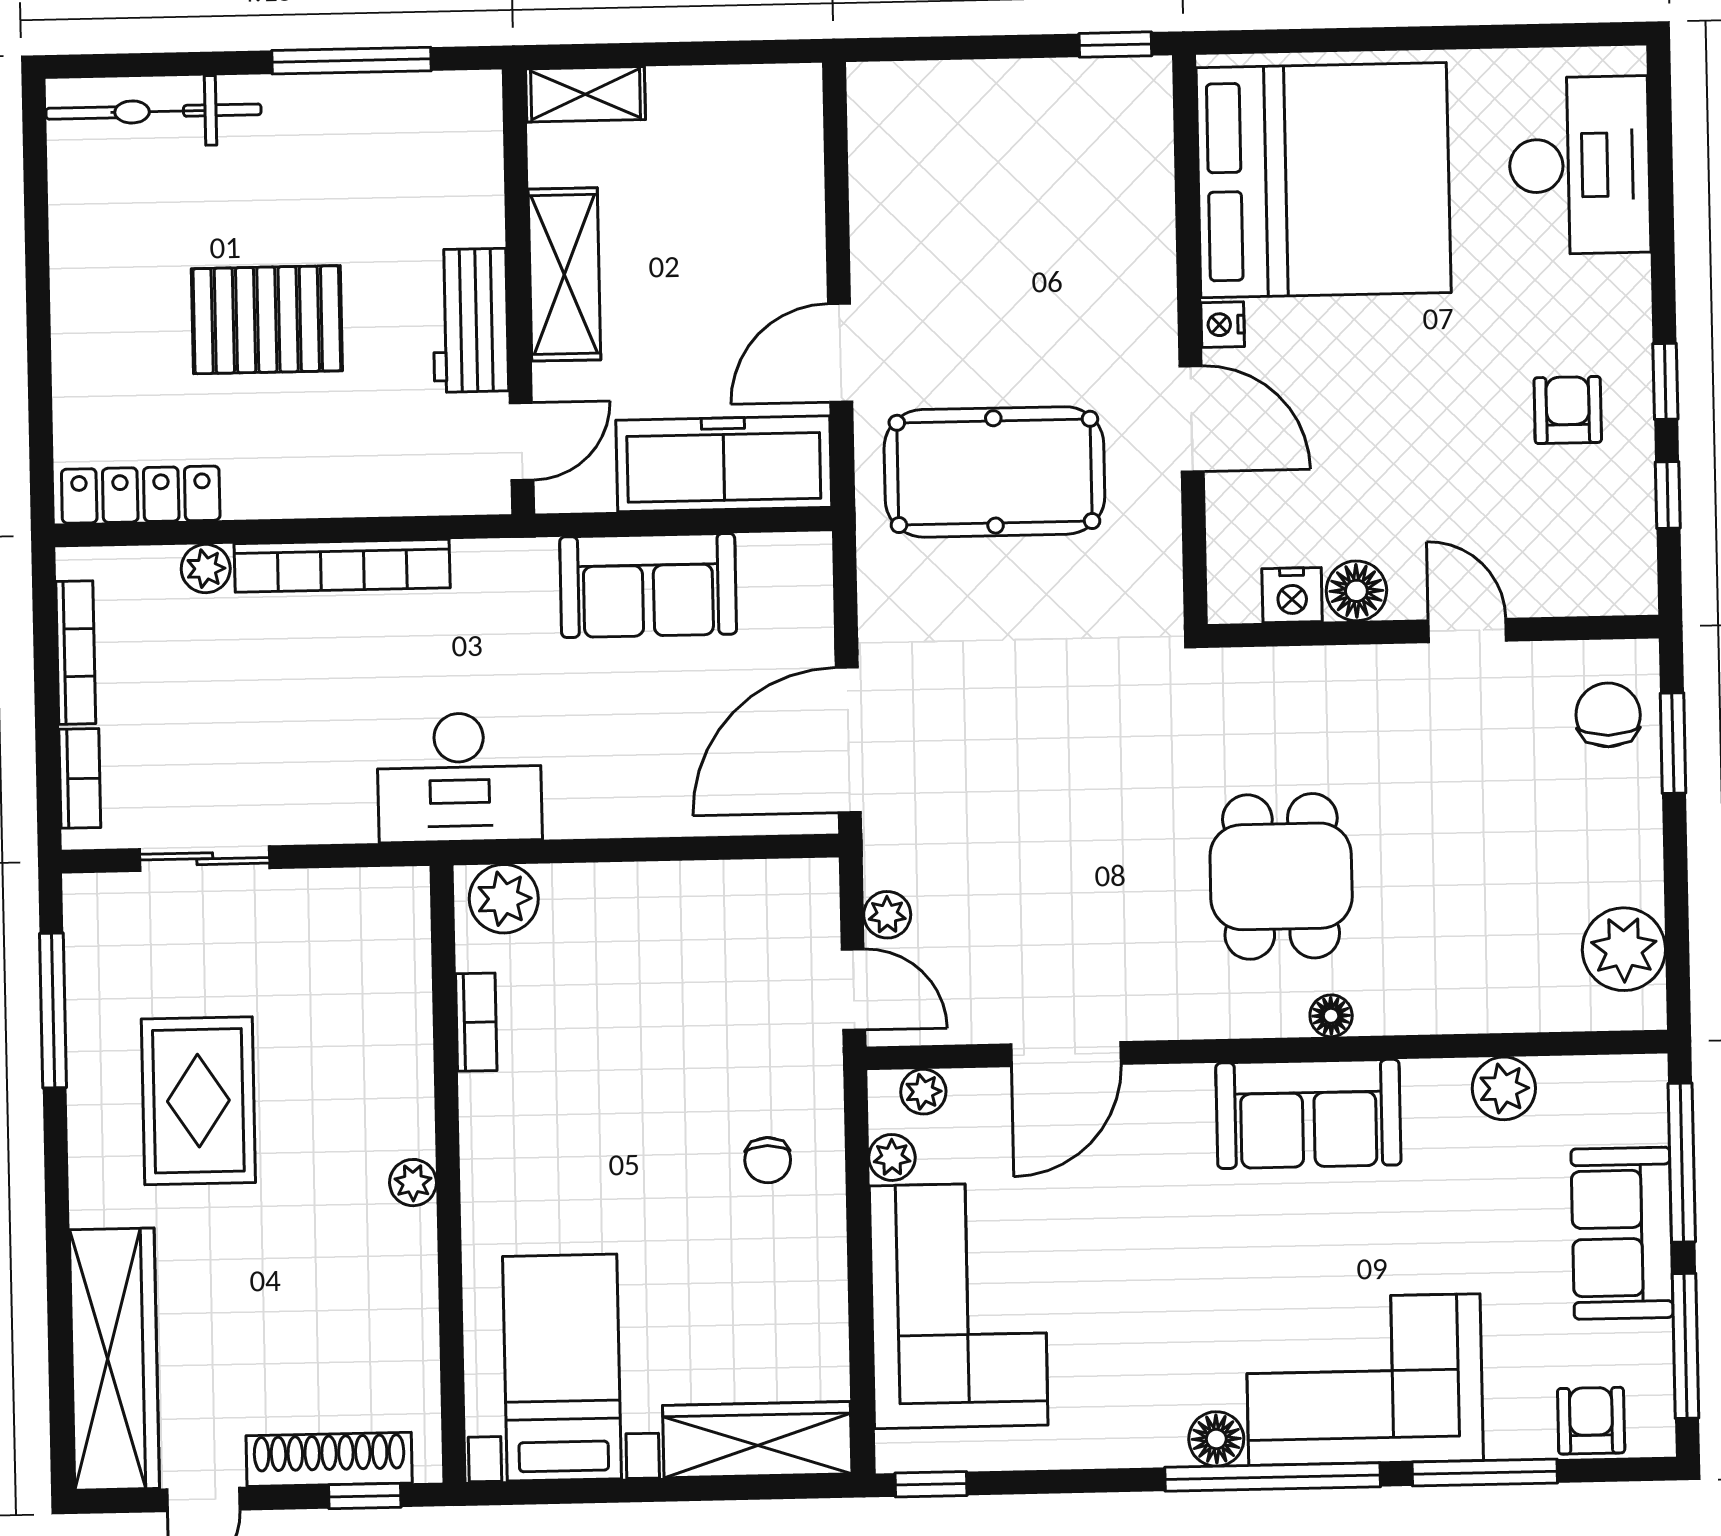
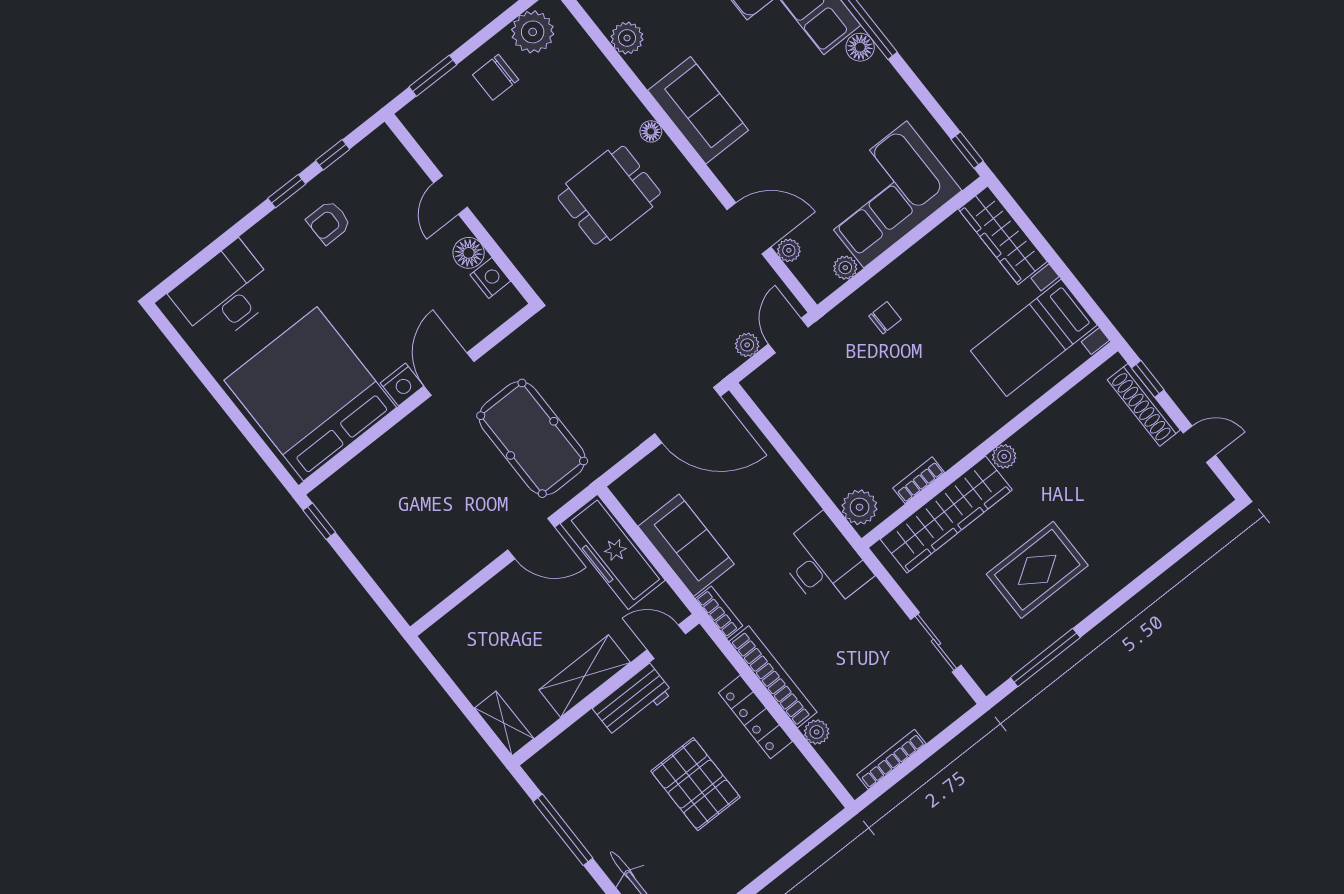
nightstand: (1223, 325) -> (402, 385), width x1.39, depth x1.35
locker: (141, 495) -> (755, 717), moved
chair: (1608, 715) -> (496, 77), moved
bookcase: (80, 778) -> (719, 612), moved, turned 90
plant: (923, 1092) -> (789, 250), moved
wardrobe: (114, 1359) -> (946, 515), moved, turned 180

